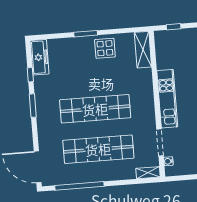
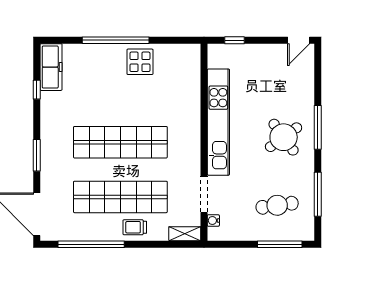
window: (86, 34) -> (116, 40), width x2.11
shelving: (143, 50) -> (191, 68), removed
kitchen unit: (167, 99) -> (218, 122), width x1.36
window: (33, 106) -> (37, 155), moved
trolley: (111, 171) -> (135, 227), added

